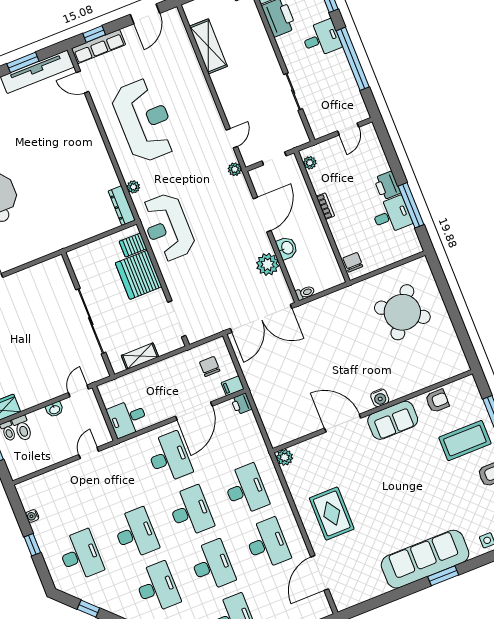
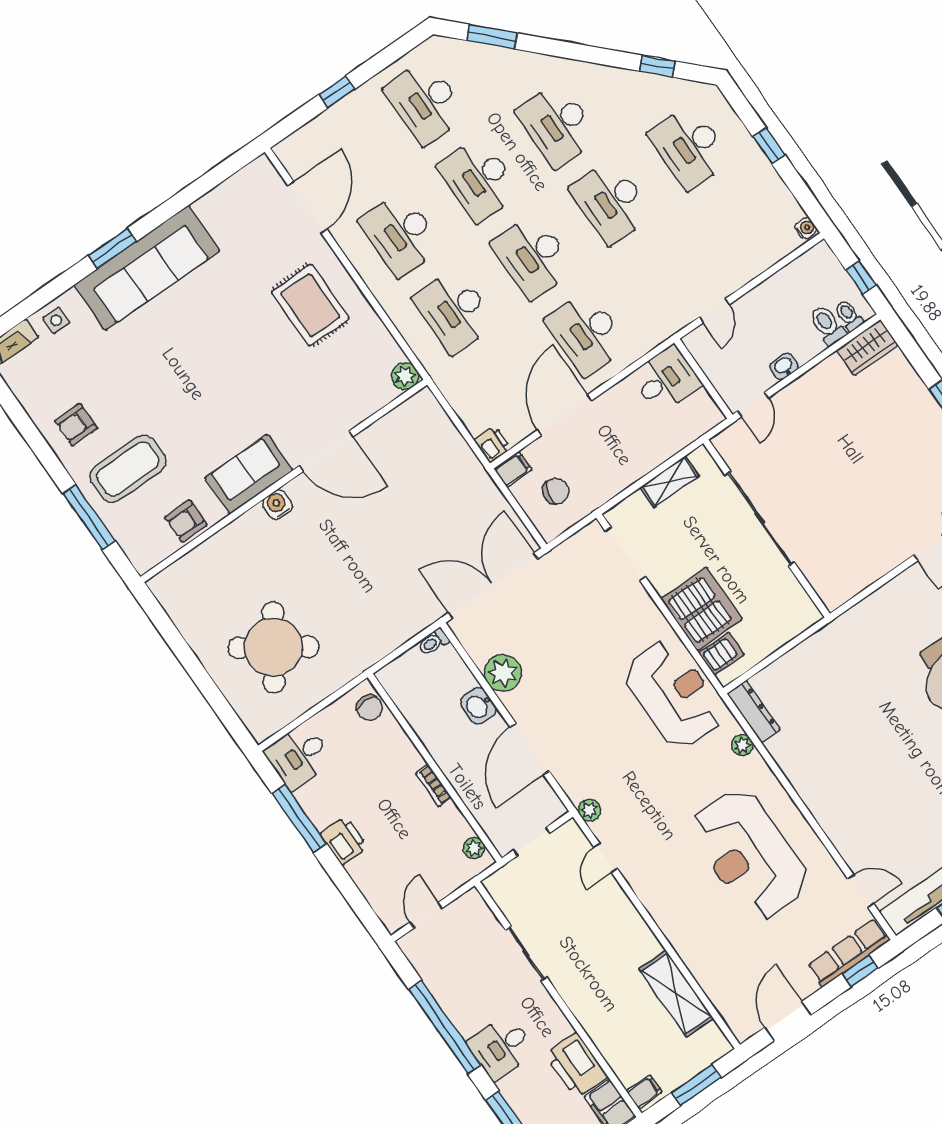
desk: (392, 215) -> (299, 756), moved
chair: (210, 366) -> (556, 491), turned -79
water cooler: (32, 516) -> (806, 228), moved

